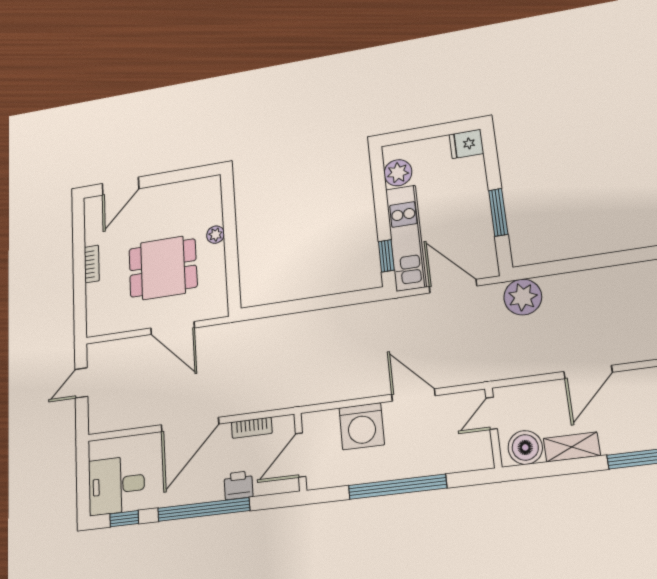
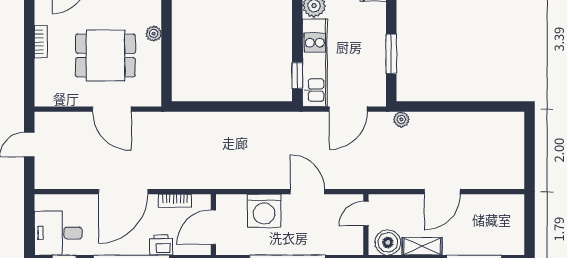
door: (453, 286) -> (348, 109), swing flipped
plant: (523, 297) -> (401, 119), width x0.53, depth x0.53

